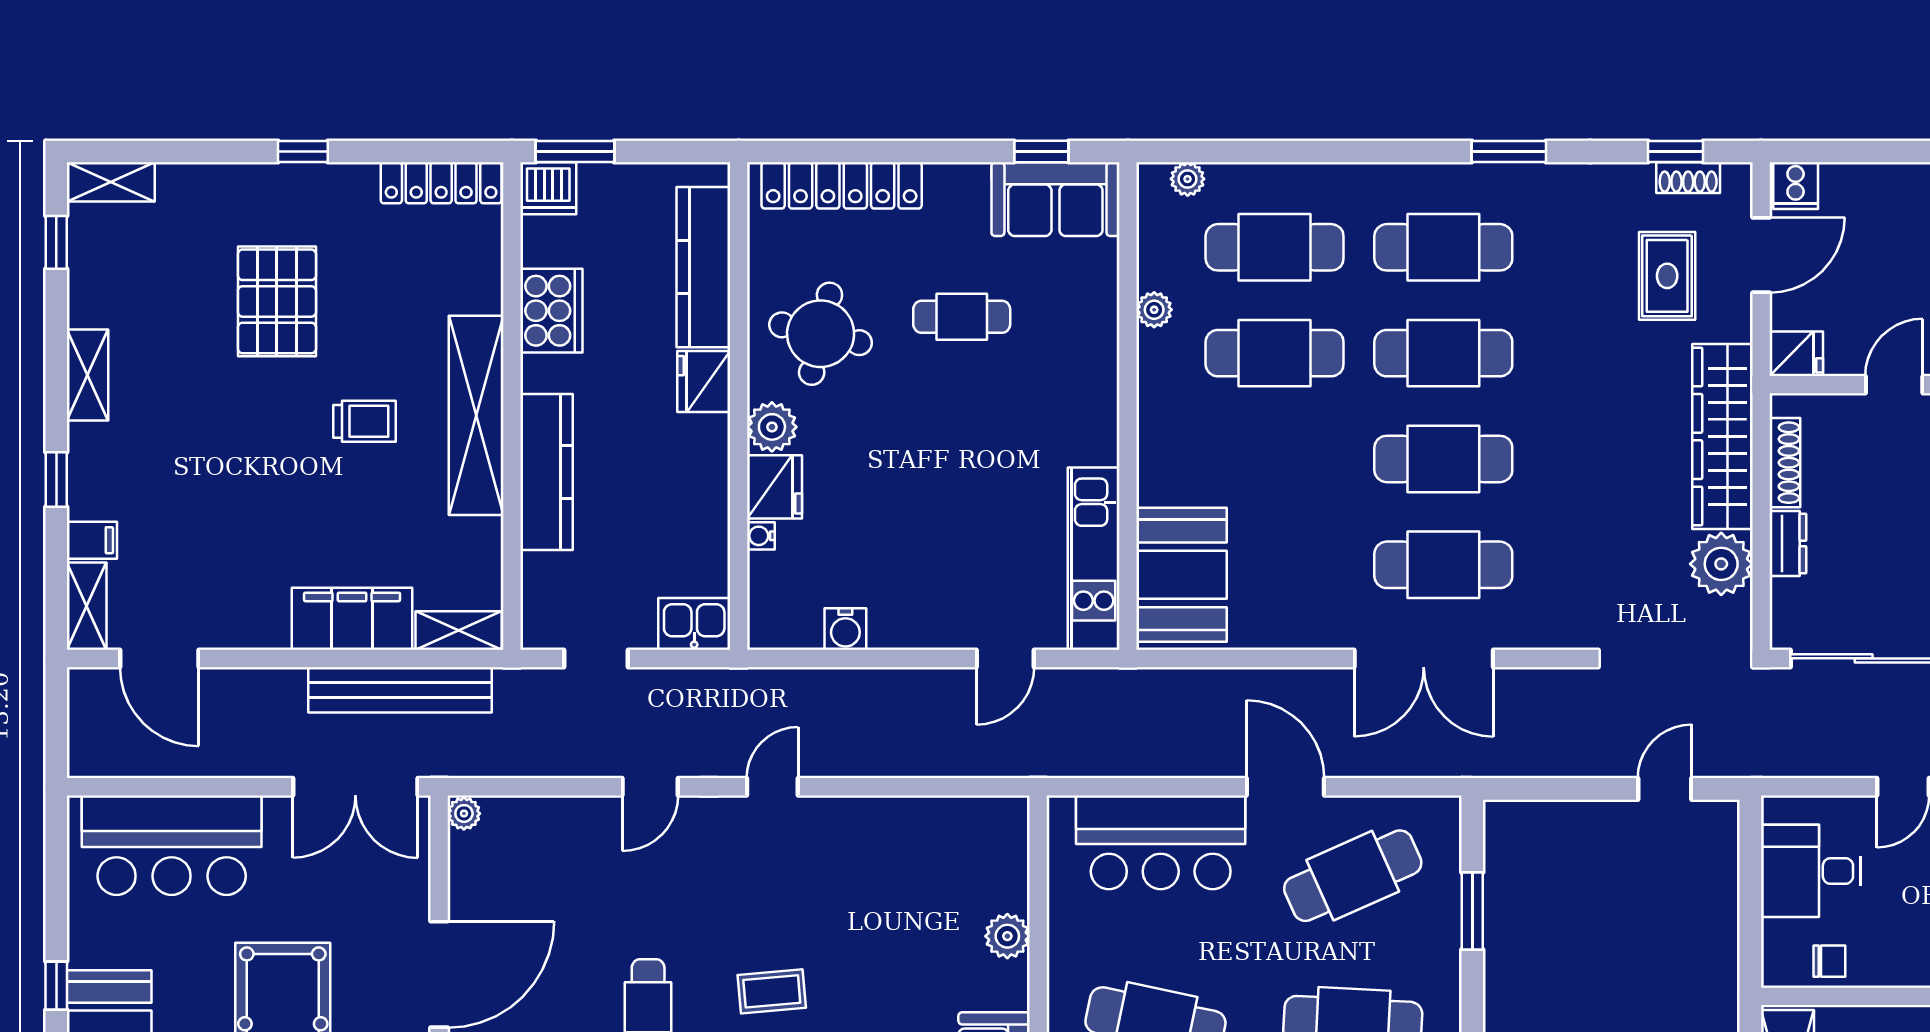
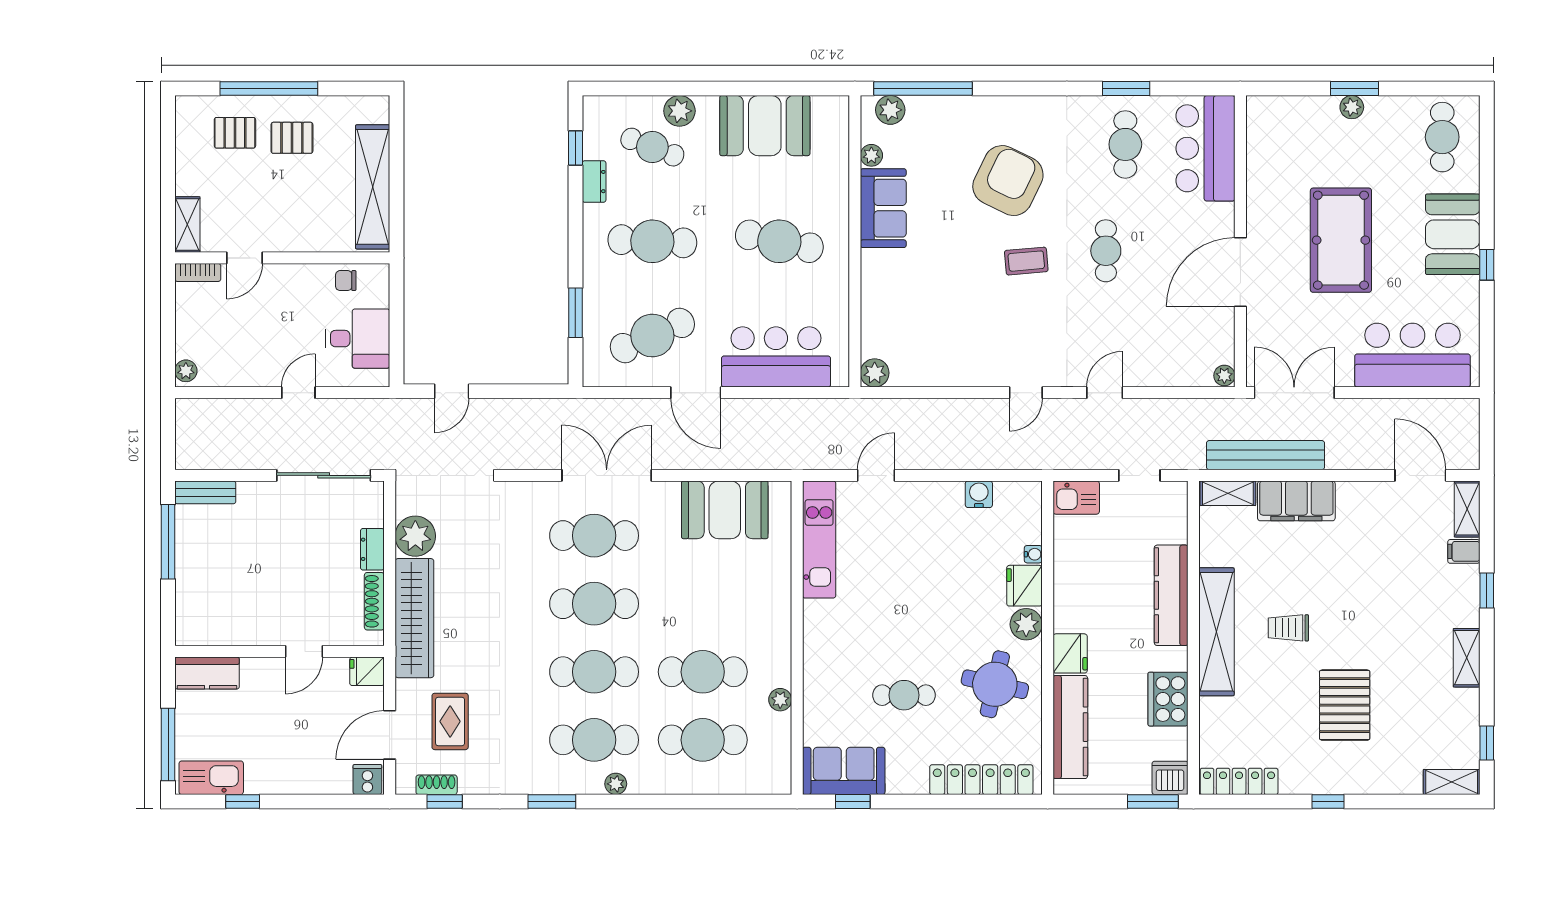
plant: (1188, 179) -> (616, 784), moved
booth: (1182, 575) -> (725, 510), moved, turned 90
plant: (1007, 936) -> (875, 373), moved

